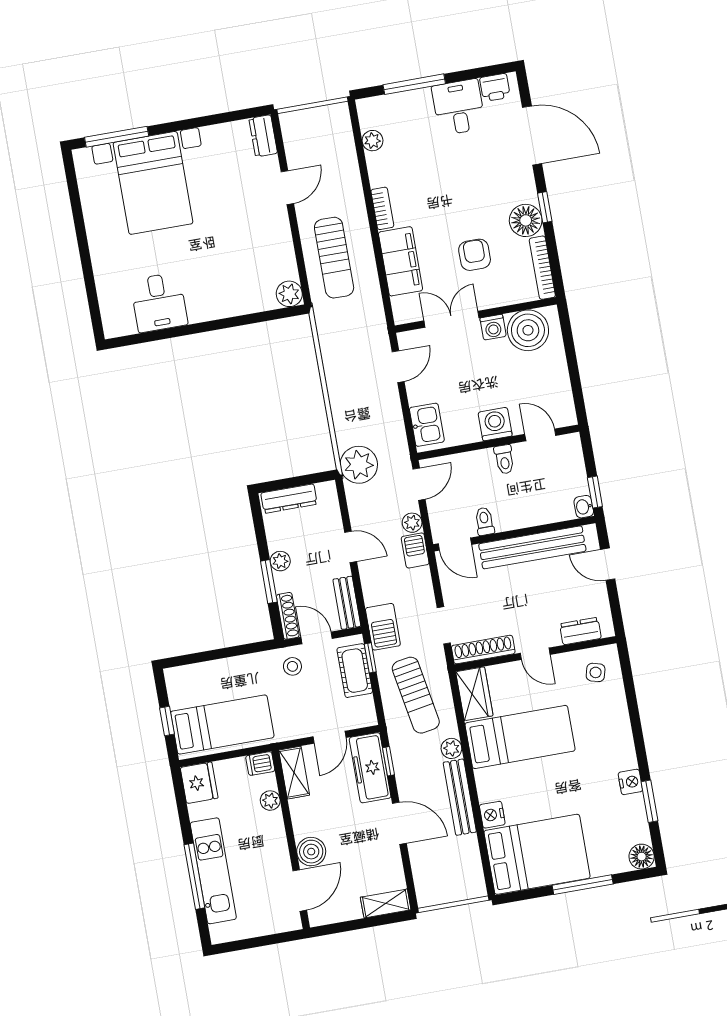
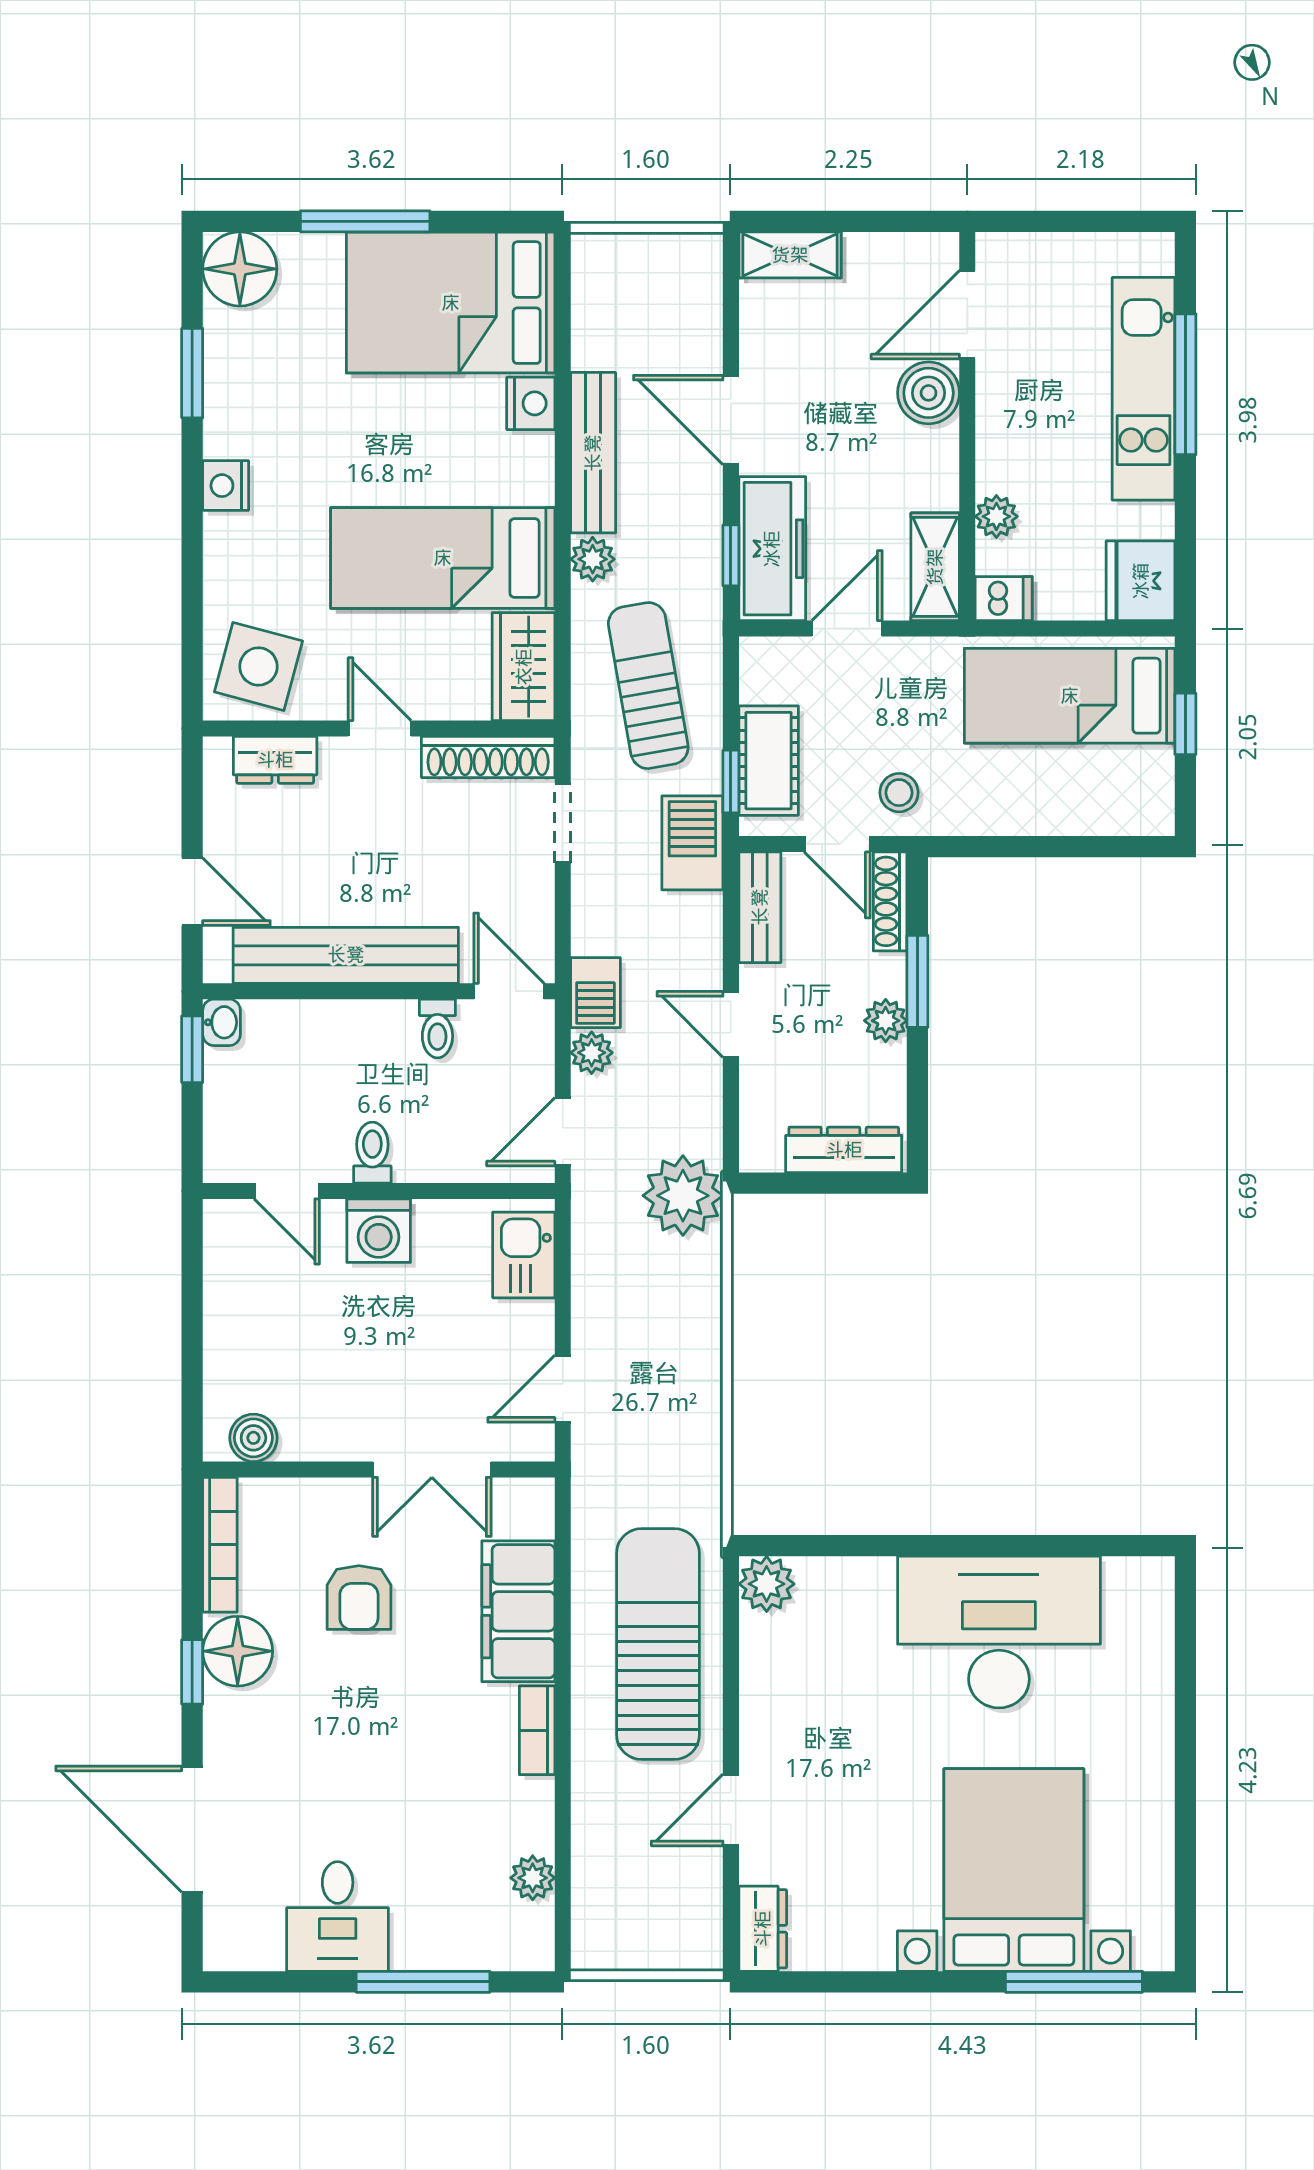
printer: (495, 87) -> (253, 1945), removed
sun lounger: (334, 258) -> (658, 1644), width x1.36, depth x1.34
desk: (159, 302) -> (999, 1632), width x1.87, depth x1.30
washing machine: (493, 327) -> (347, 1437), removed
boiler: (528, 330) -> (253, 1438), width x0.54, depth x0.54
side table: (596, 672) -> (258, 666), width x1.87, depth x1.87
nightstand: (630, 782) -> (226, 486), moved
floor lamp: (642, 857) -> (240, 269), width x1.38, depth x1.38

